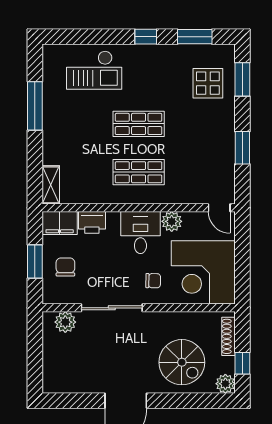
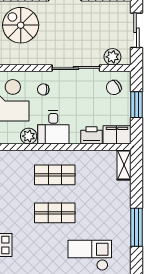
chair: (65, 267) -> (114, 87), moved, turned 59
sliding door: (35, 356) -> (136, 30), added

